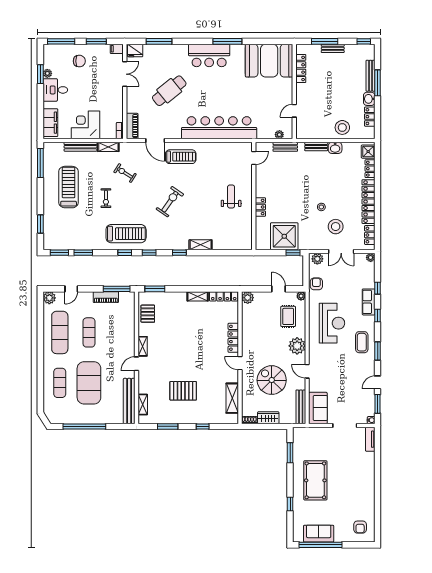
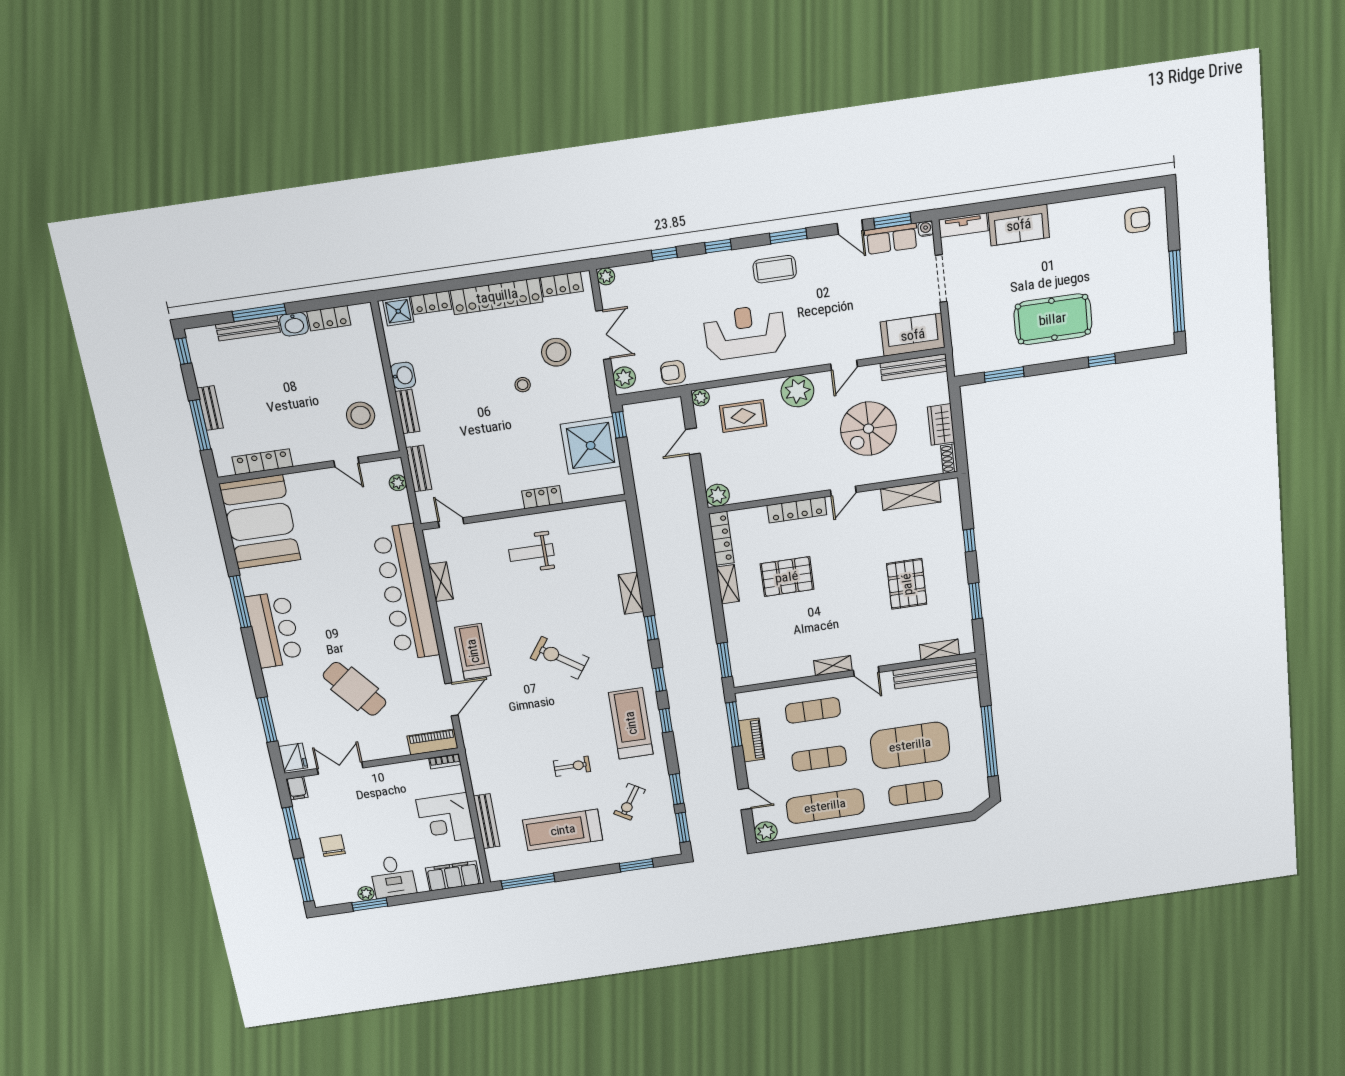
stool: (342, 127) -> (361, 415), moved
shelving: (108, 147) -> (441, 582), moved
exercise bike: (125, 173) -> (629, 802), moved
row of seats: (369, 302) -> (891, 239), moved
pallet: (148, 314) -> (787, 577), moved, width x1.50, depth x1.42
exercise mat: (118, 332) -> (813, 710), added
sofa: (319, 534) -> (1019, 225), moved, turned -90

